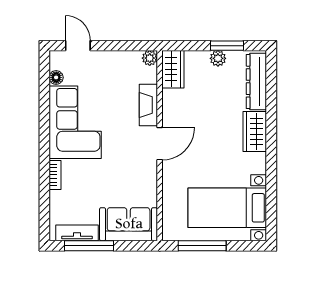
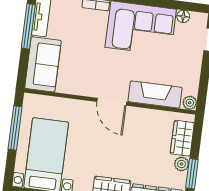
wardrobe: (173, 69) -> (182, 138), moved, turned 90
fireplace: (148, 105) -> (155, 94), width x1.37, depth x1.32

